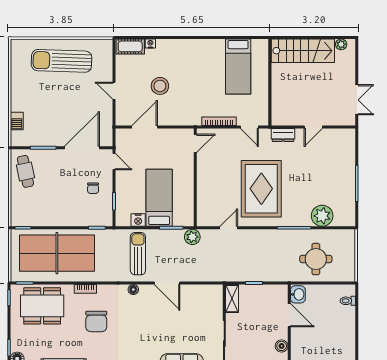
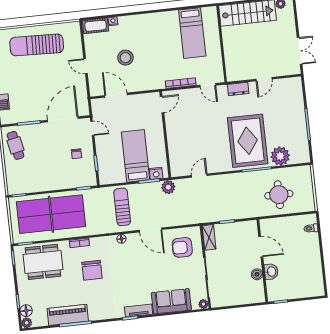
door: (145, 127) -> (116, 95), hinge flipped
rug: (261, 189) -> (248, 141), moved
nightstand: (138, 220) -> (156, 173), moved
washbasin: (298, 294) -> (271, 272), moved
armchair: (201, 307) -> (182, 247), added

